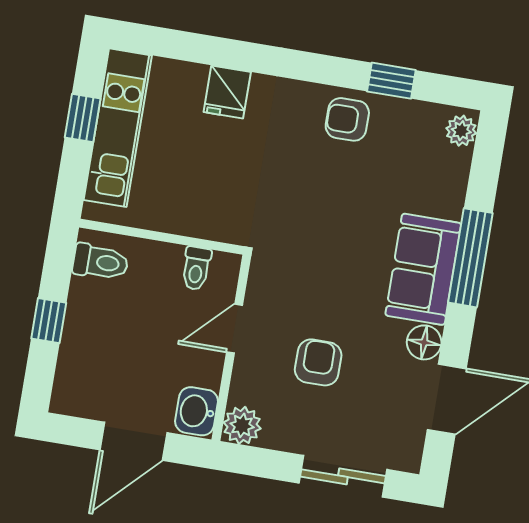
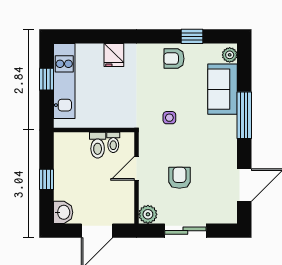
side table: (318, 237) -> (169, 118), added
toilet: (100, 262) -> (98, 145), moved, turned 90
sofa: (423, 269) -> (223, 89), moved
floor lamp: (424, 342) -> (229, 160), removed
washbasin: (197, 411) -> (63, 212), moved, turned 180
sliding door: (343, 476) -> (185, 231), moved

